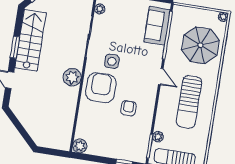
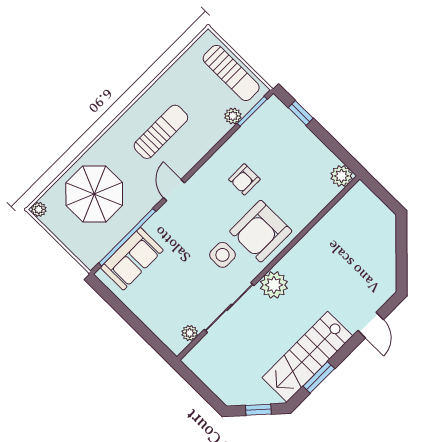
window: (15, 47) -> (319, 377), moved
plant: (72, 77) -> (274, 285), moved
sun lounger: (189, 102) -> (161, 132), width x0.73, depth x0.75

